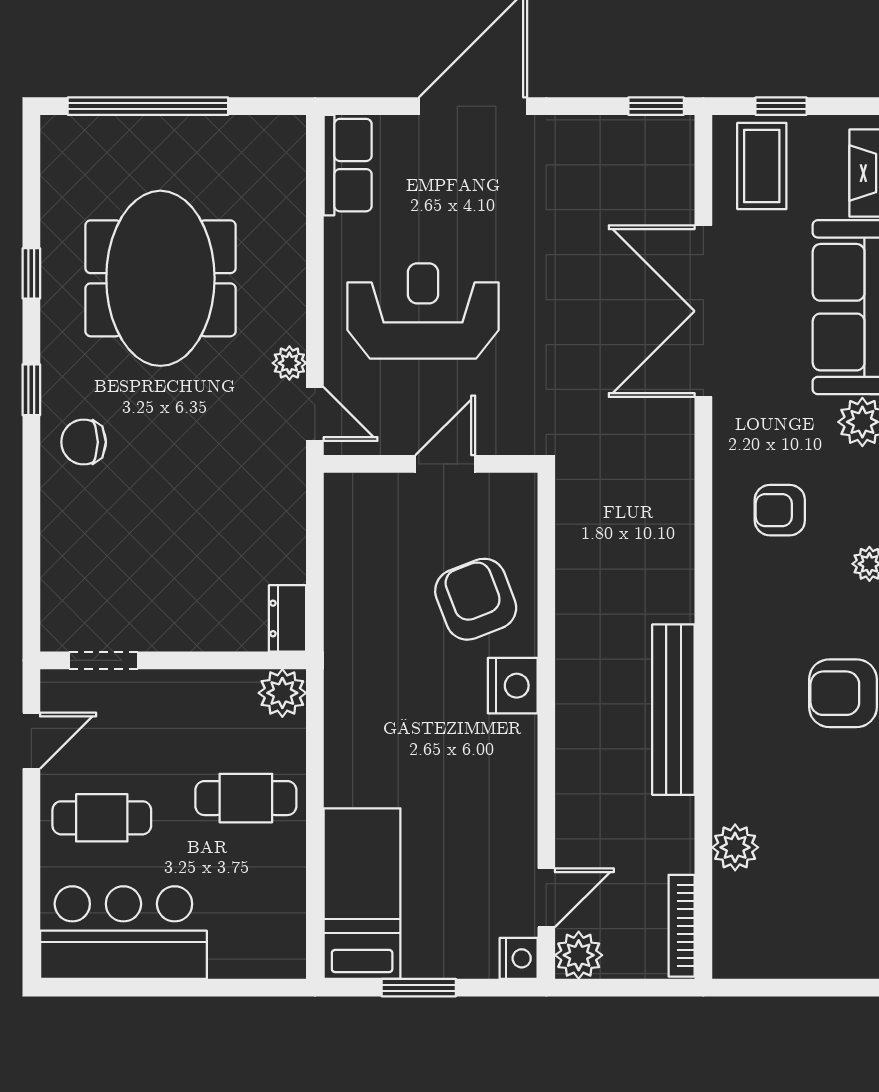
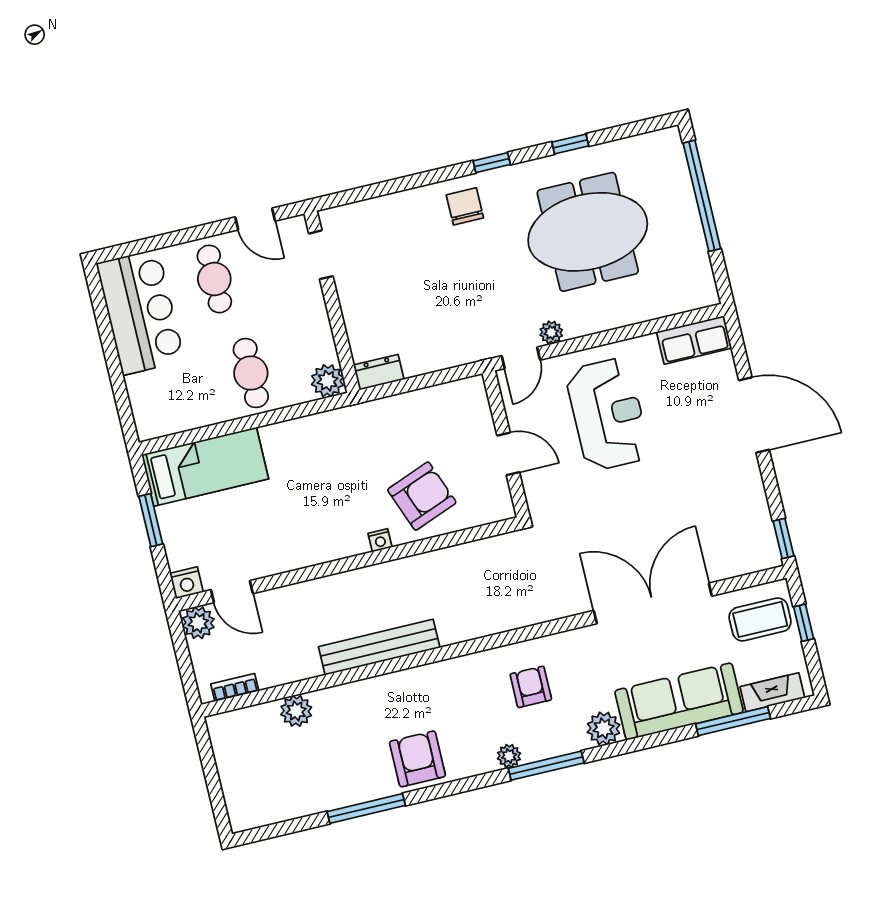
nightstand: (513, 686) -> (380, 540), width x0.53, depth x0.56
bookcase: (682, 926) -> (235, 687), width x0.64

